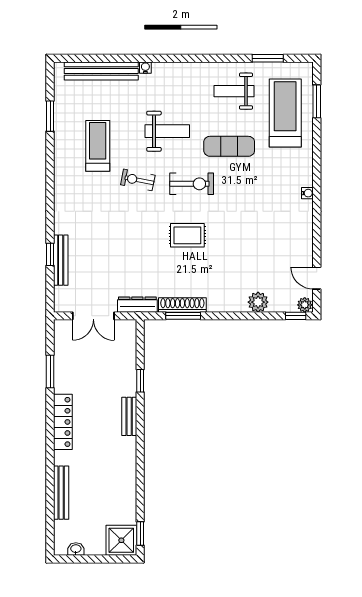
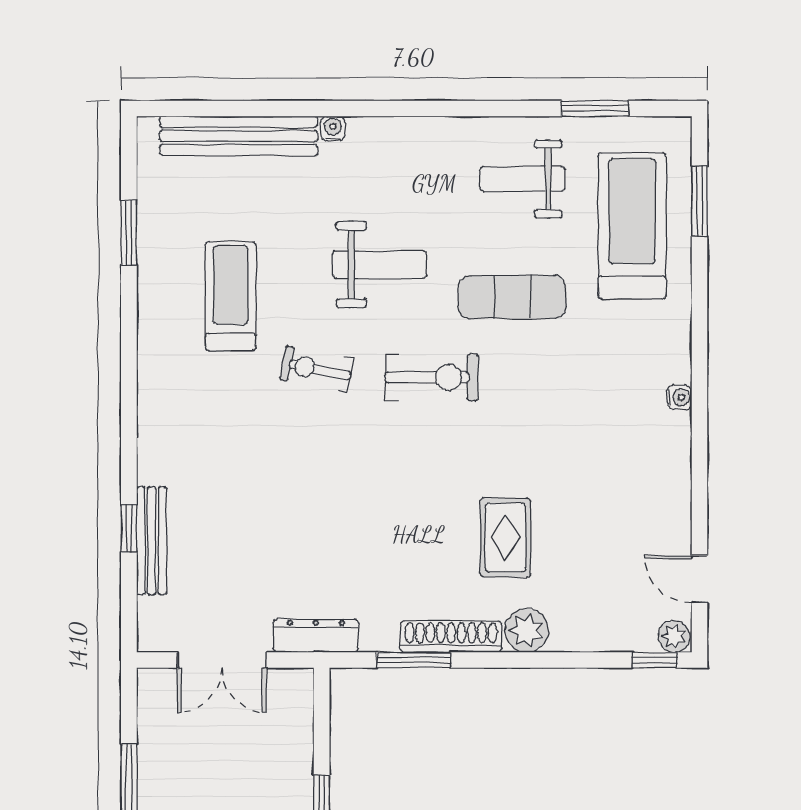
rug: (187, 235) -> (505, 537), moved, turned 90
plant: (258, 302) -> (527, 630), moved
shoe rack: (182, 305) -> (451, 637), moved

